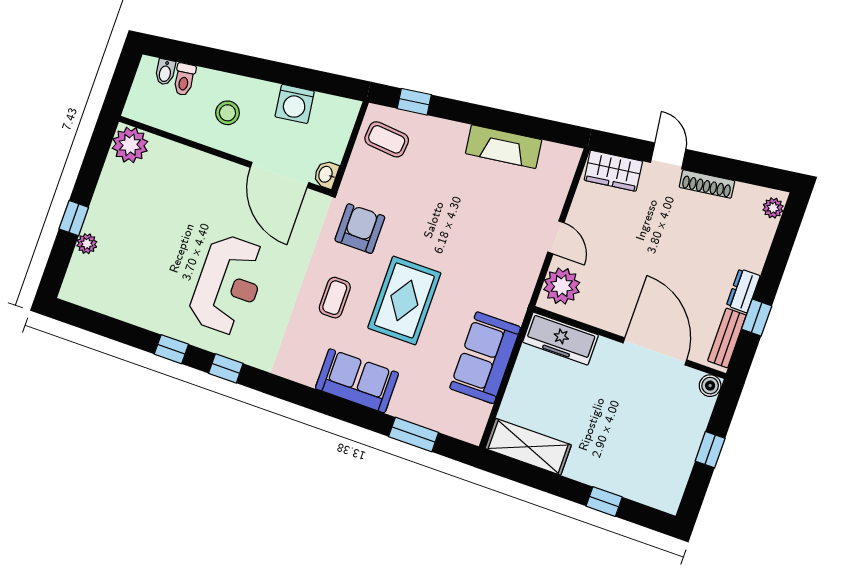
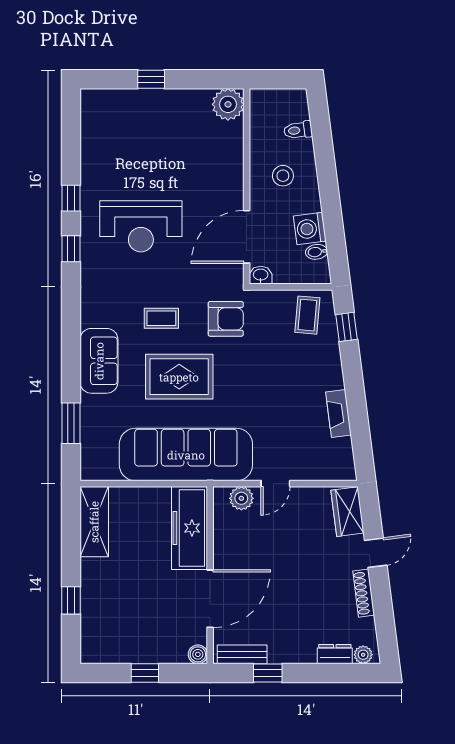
bidet: (165, 72) -> (317, 252), moved
fireplace: (504, 147) -> (338, 414), width x0.73, depth x0.76
plant: (87, 244) -> (134, 97), removed
plant: (562, 286) -> (241, 498), width x0.73, depth x0.73
dresser: (743, 291) -> (335, 654), moved
freezer: (560, 339) -> (189, 528), width x1.36, depth x1.26
sofa: (485, 358) -> (186, 455), width x1.85, depth x1.27

